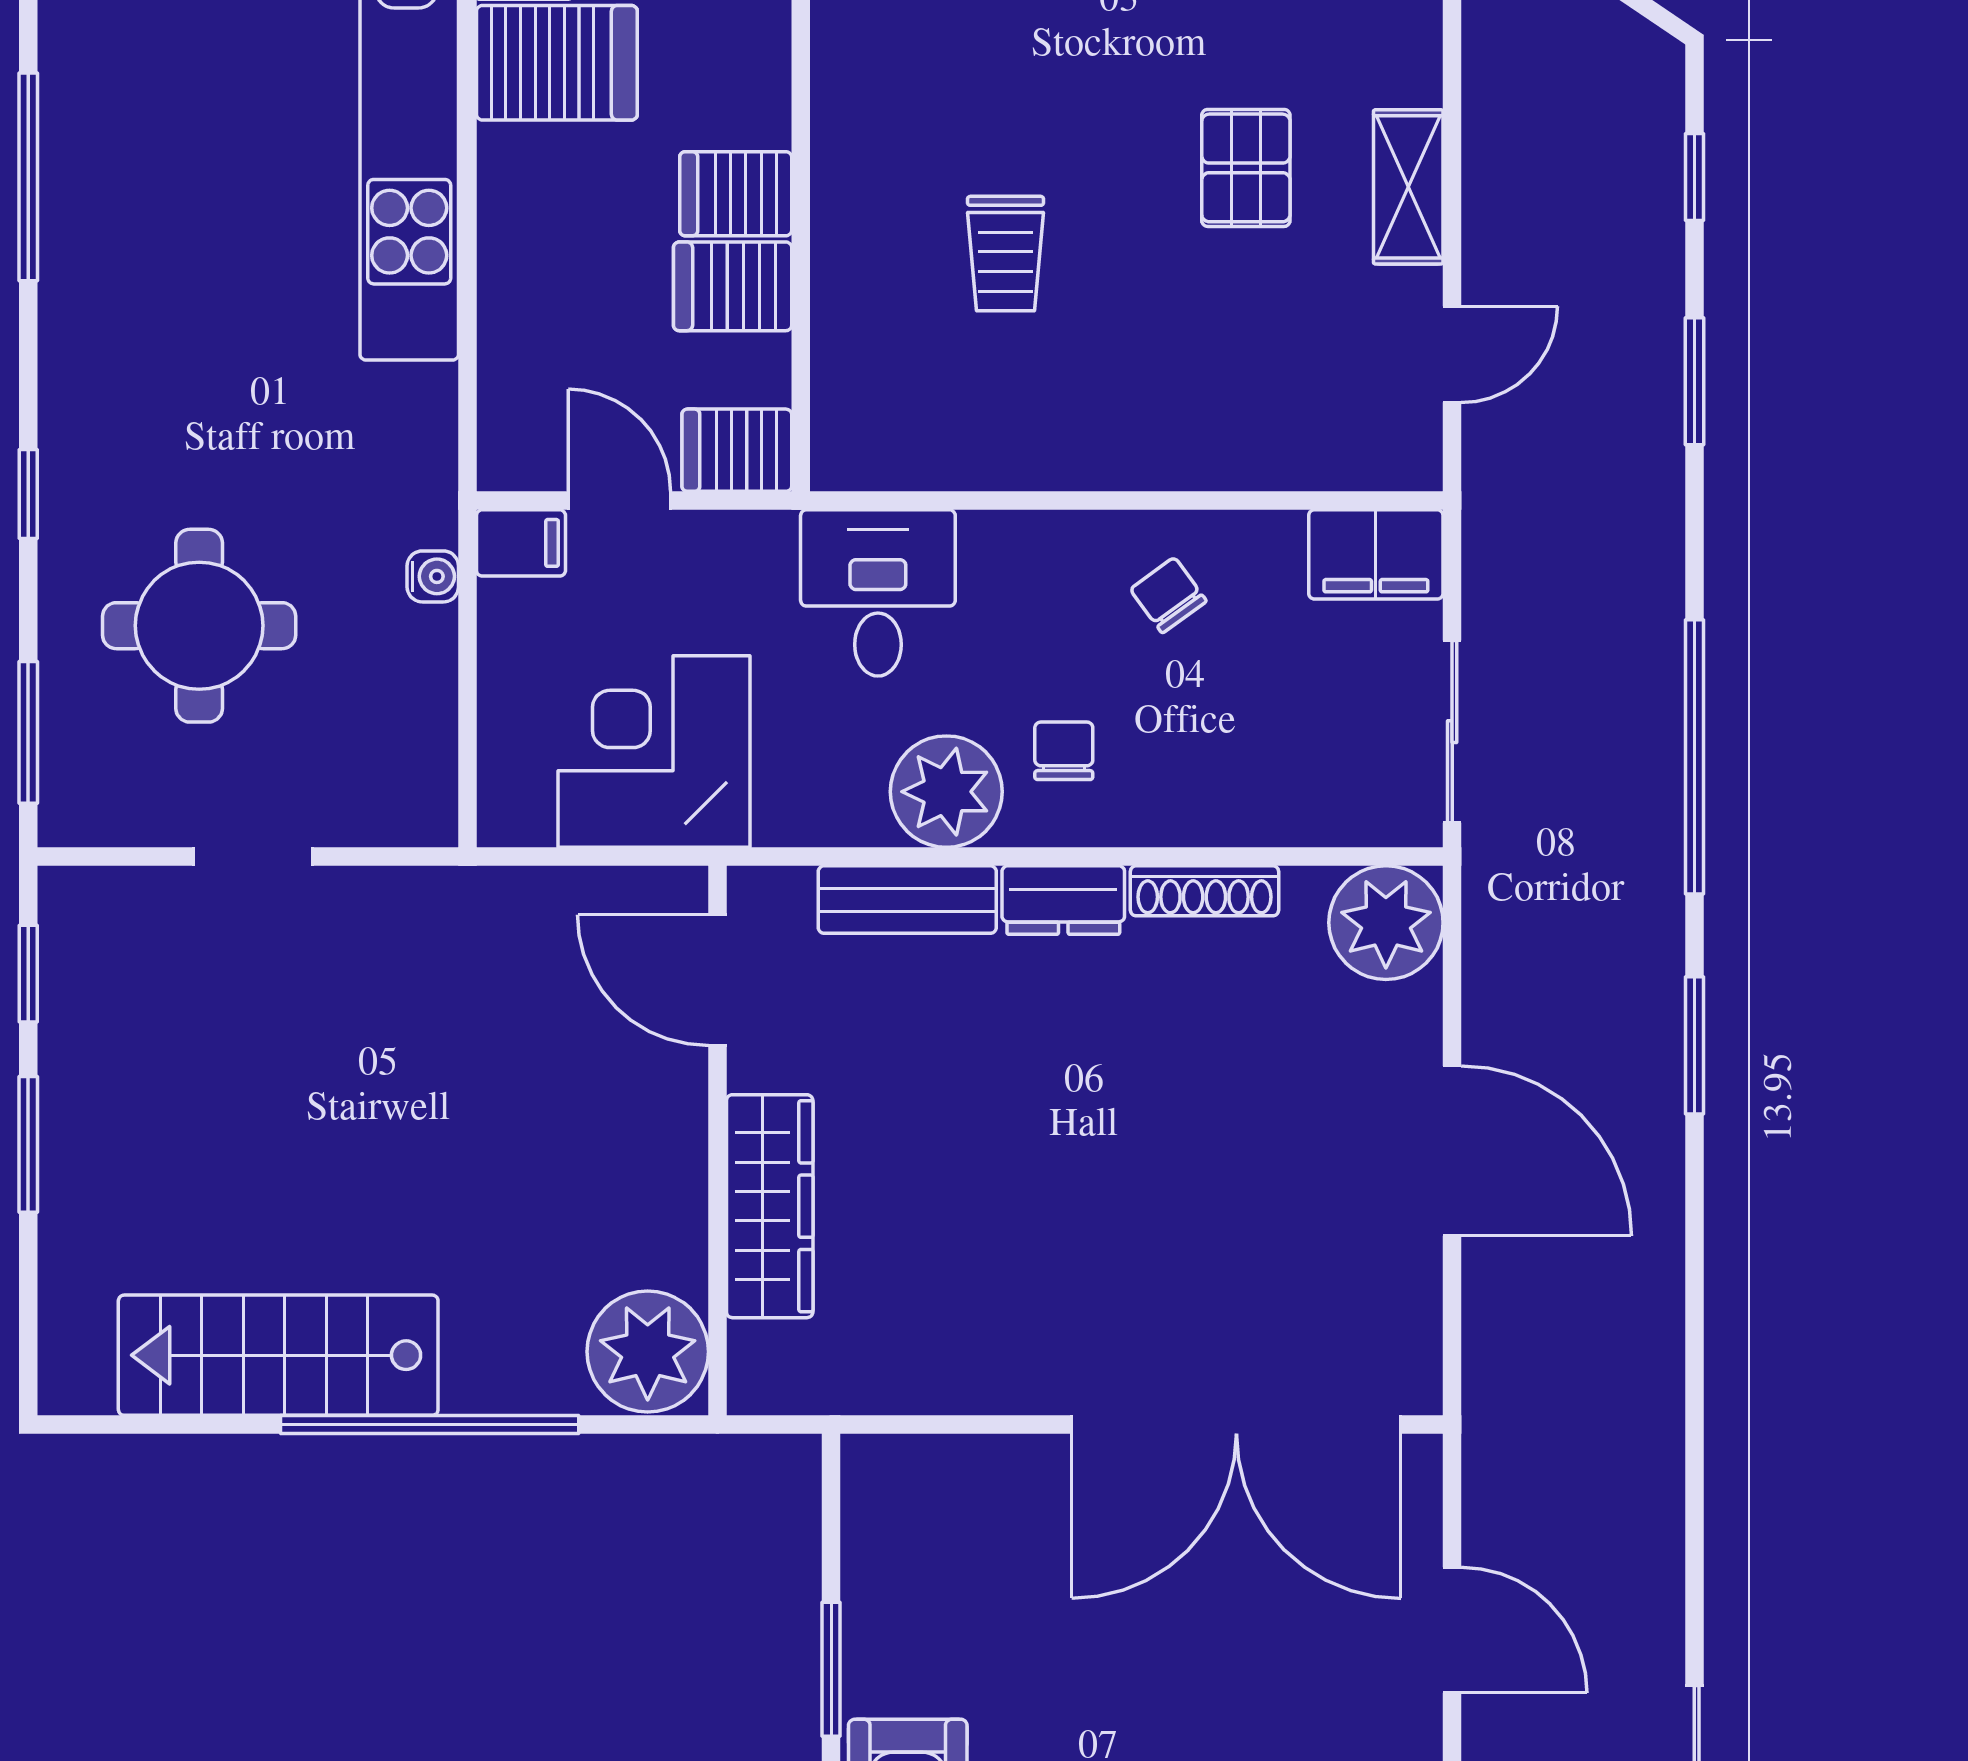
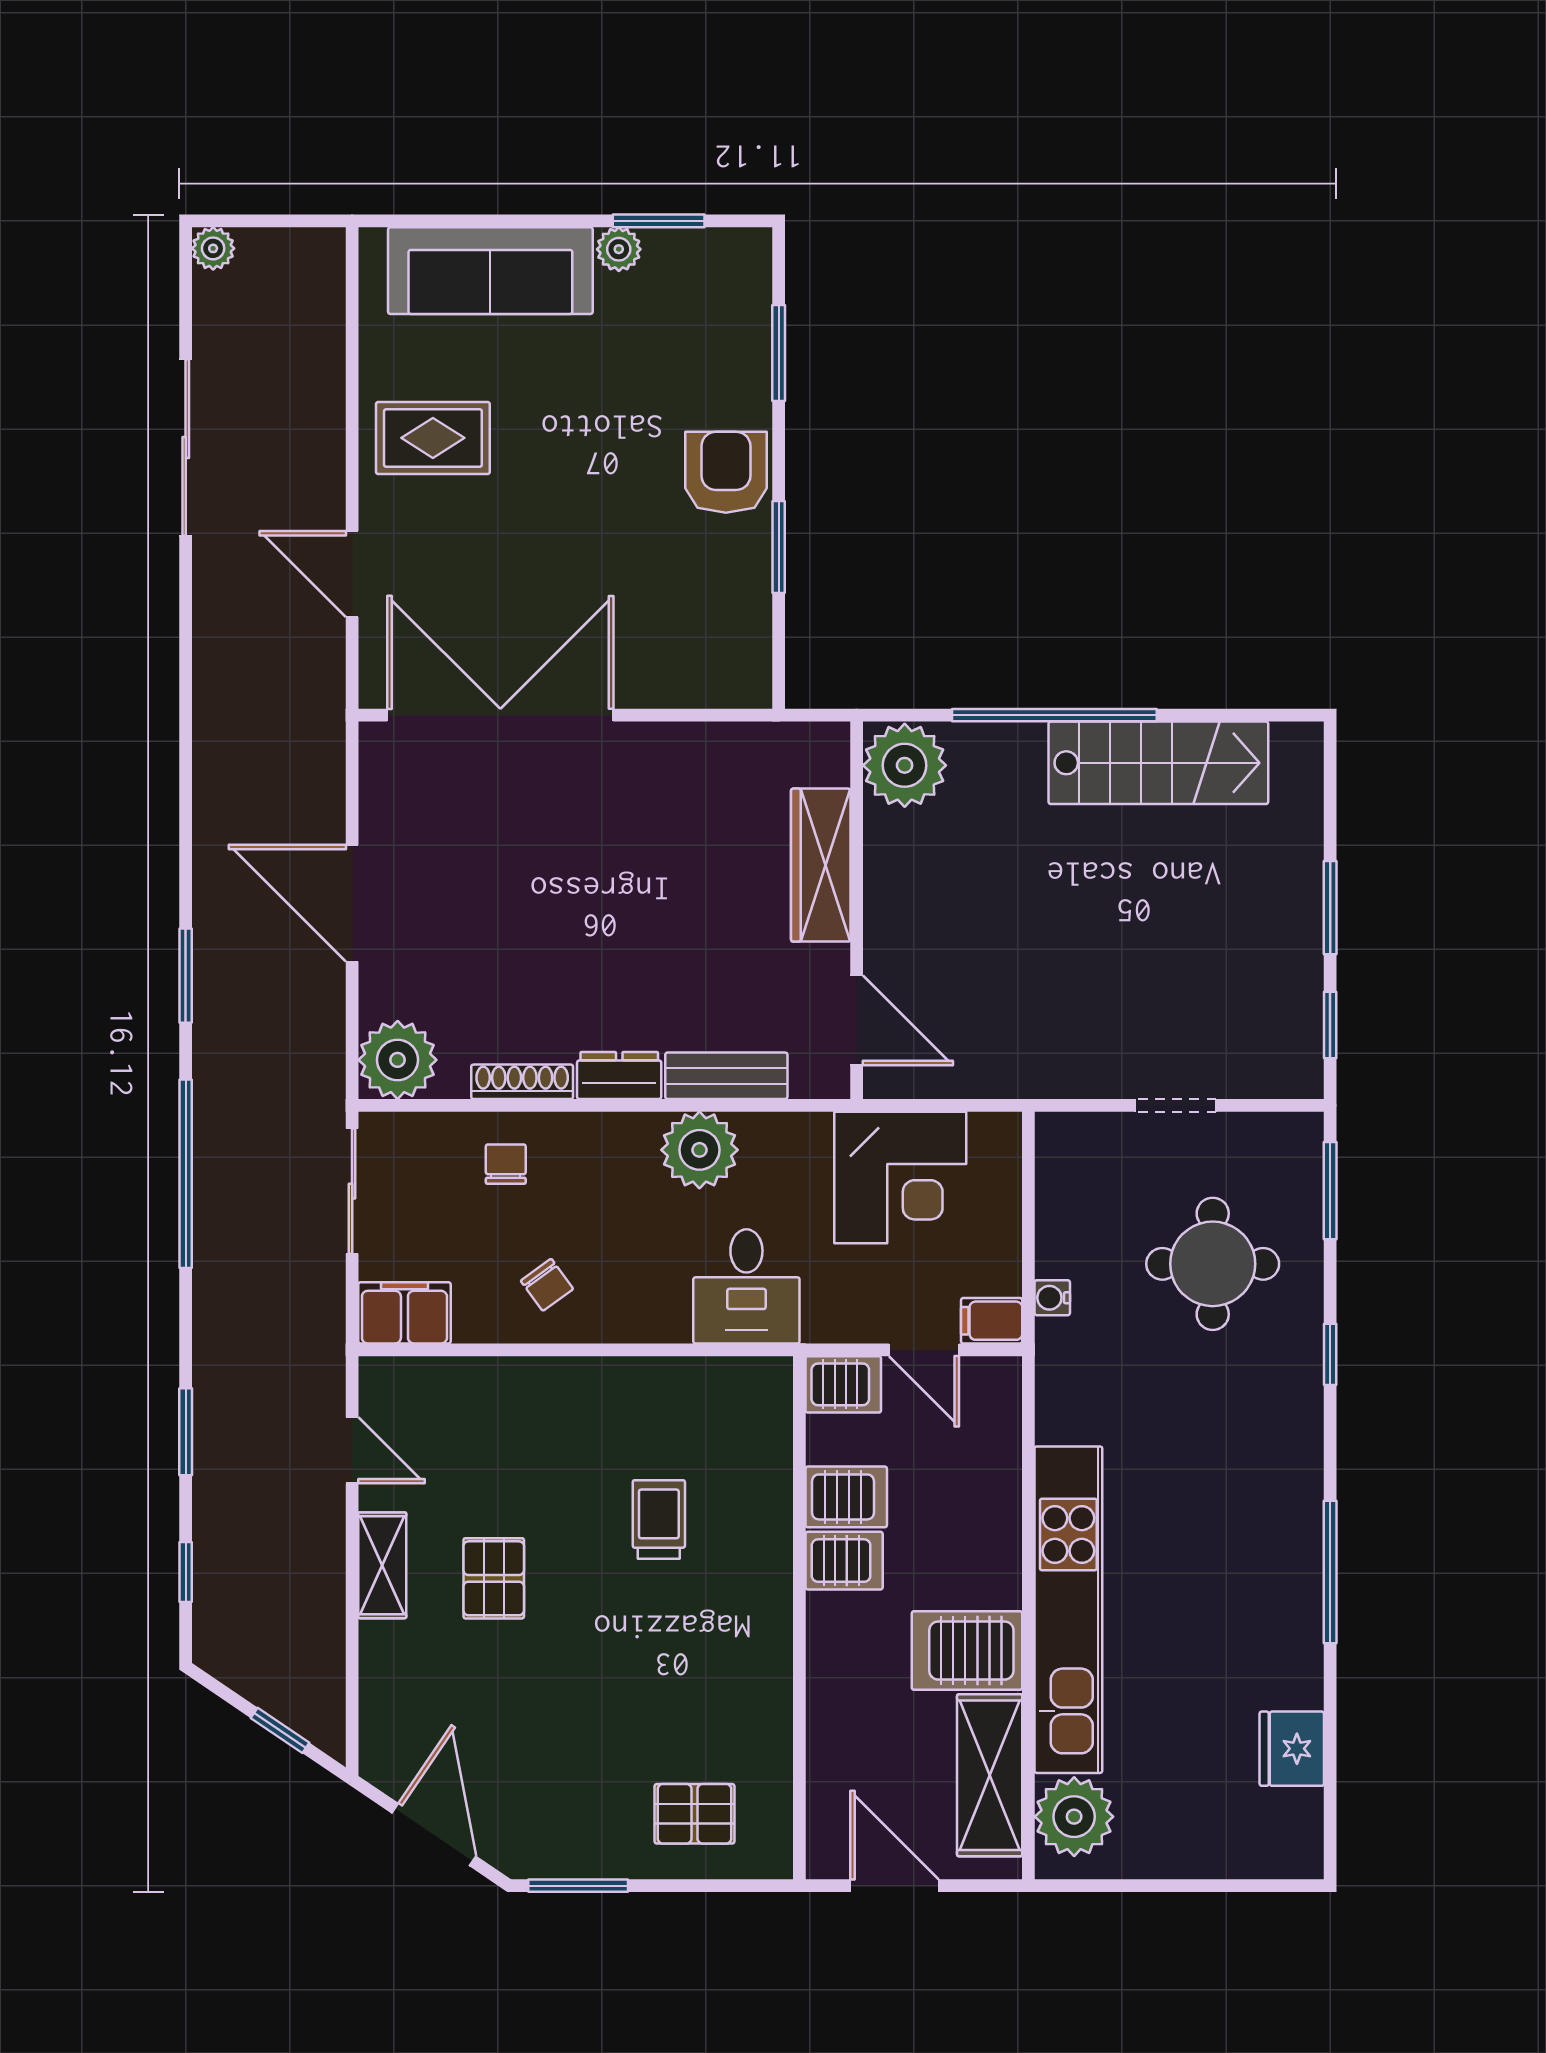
door: (1452, 354) -> (352, 1450), swing flipped
chair: (1064, 751) -> (506, 1164), moved, turned 180

